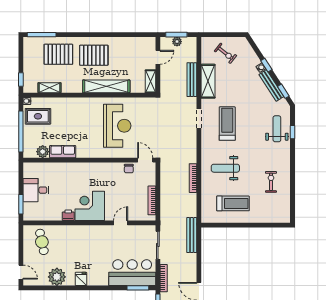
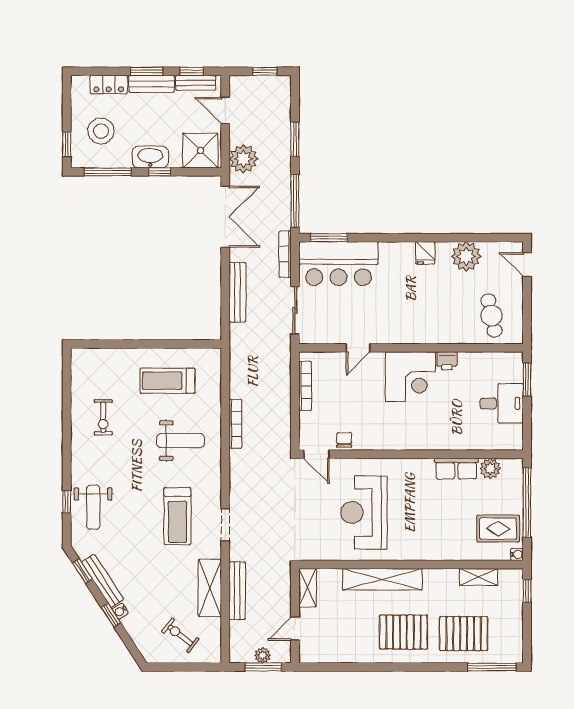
bench: (192, 235) -> (237, 292), moved

